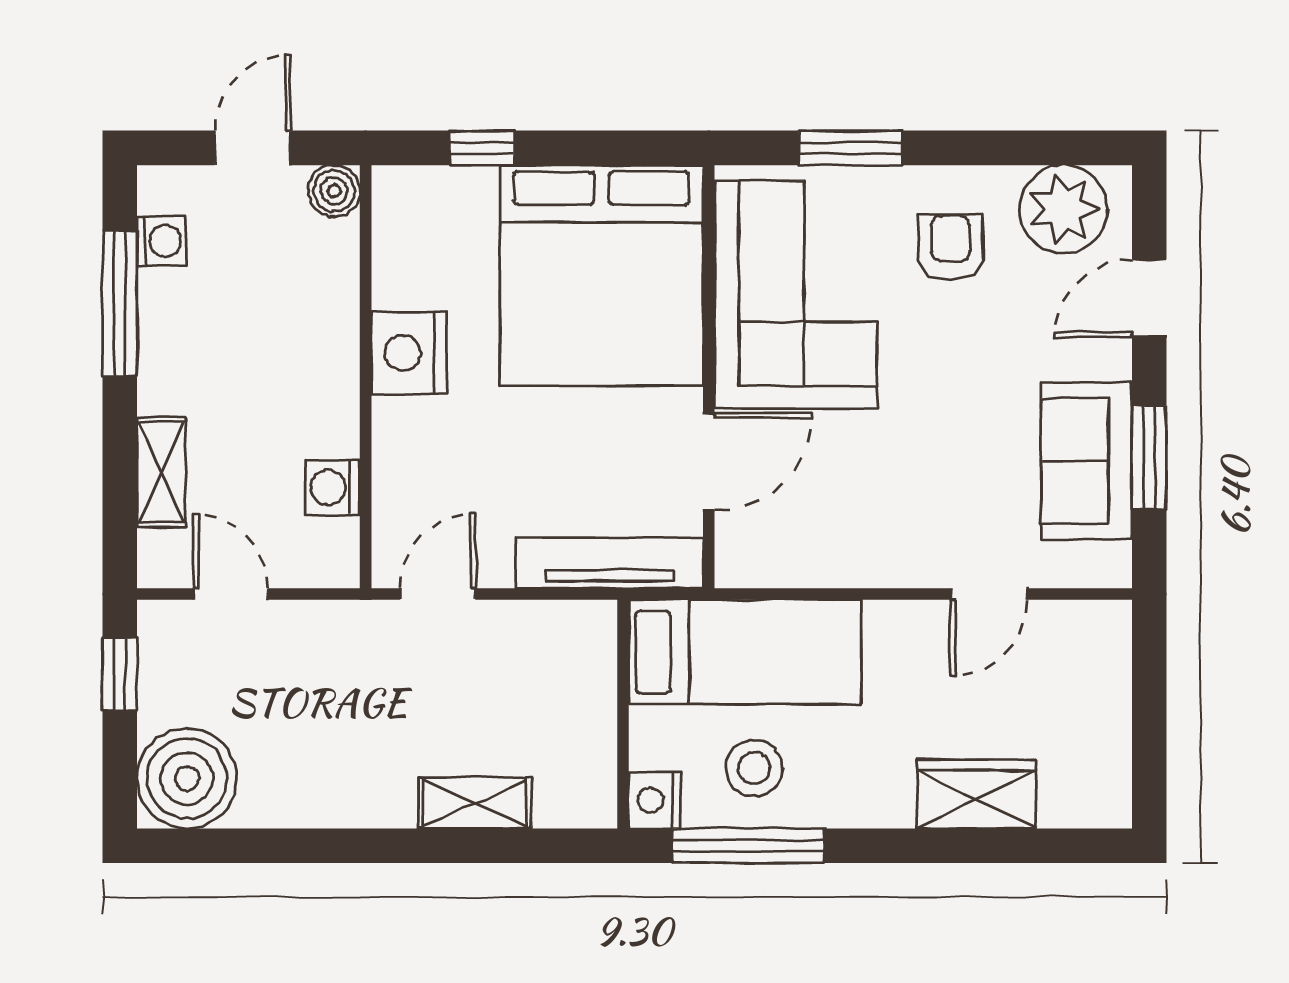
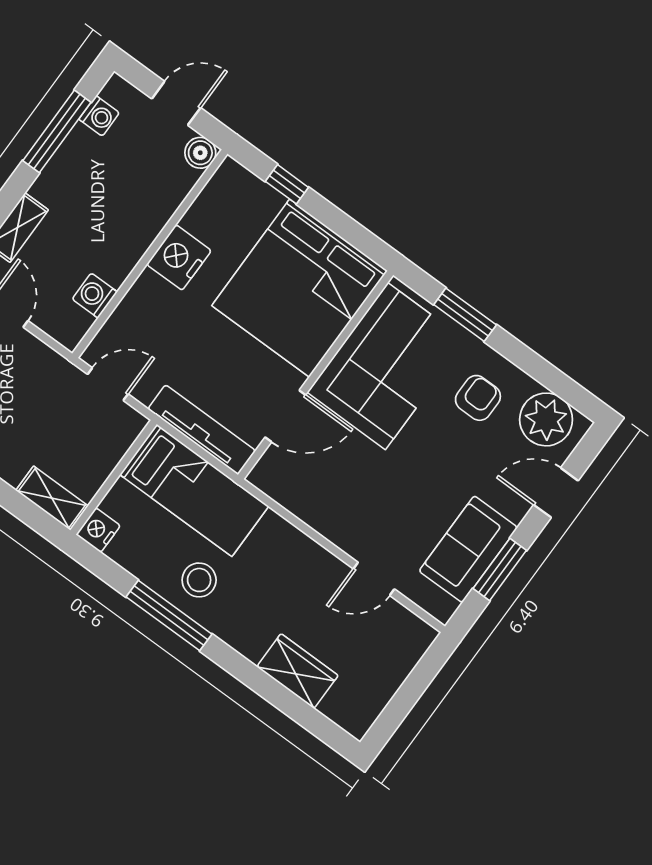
bed: (745, 652) -> (194, 490), moved
wall: (623, 714) -> (113, 477), moved
nightstand: (655, 800) -> (98, 530), moved

